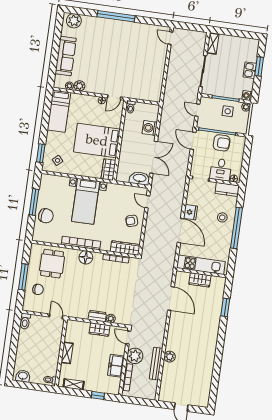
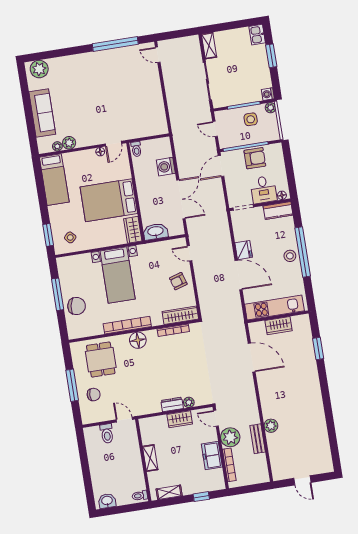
window: (116, 16) -> (115, 44), moved
kitchen sink: (250, 70) -> (257, 35), moved
door: (193, 141) -> (221, 166), hinge flipped
washbasin: (140, 178) -> (155, 232), moved
stool: (222, 217) -> (290, 256), moved
toilet: (25, 321) -> (107, 434), moved
bench: (156, 364) -> (258, 439), width x0.73

